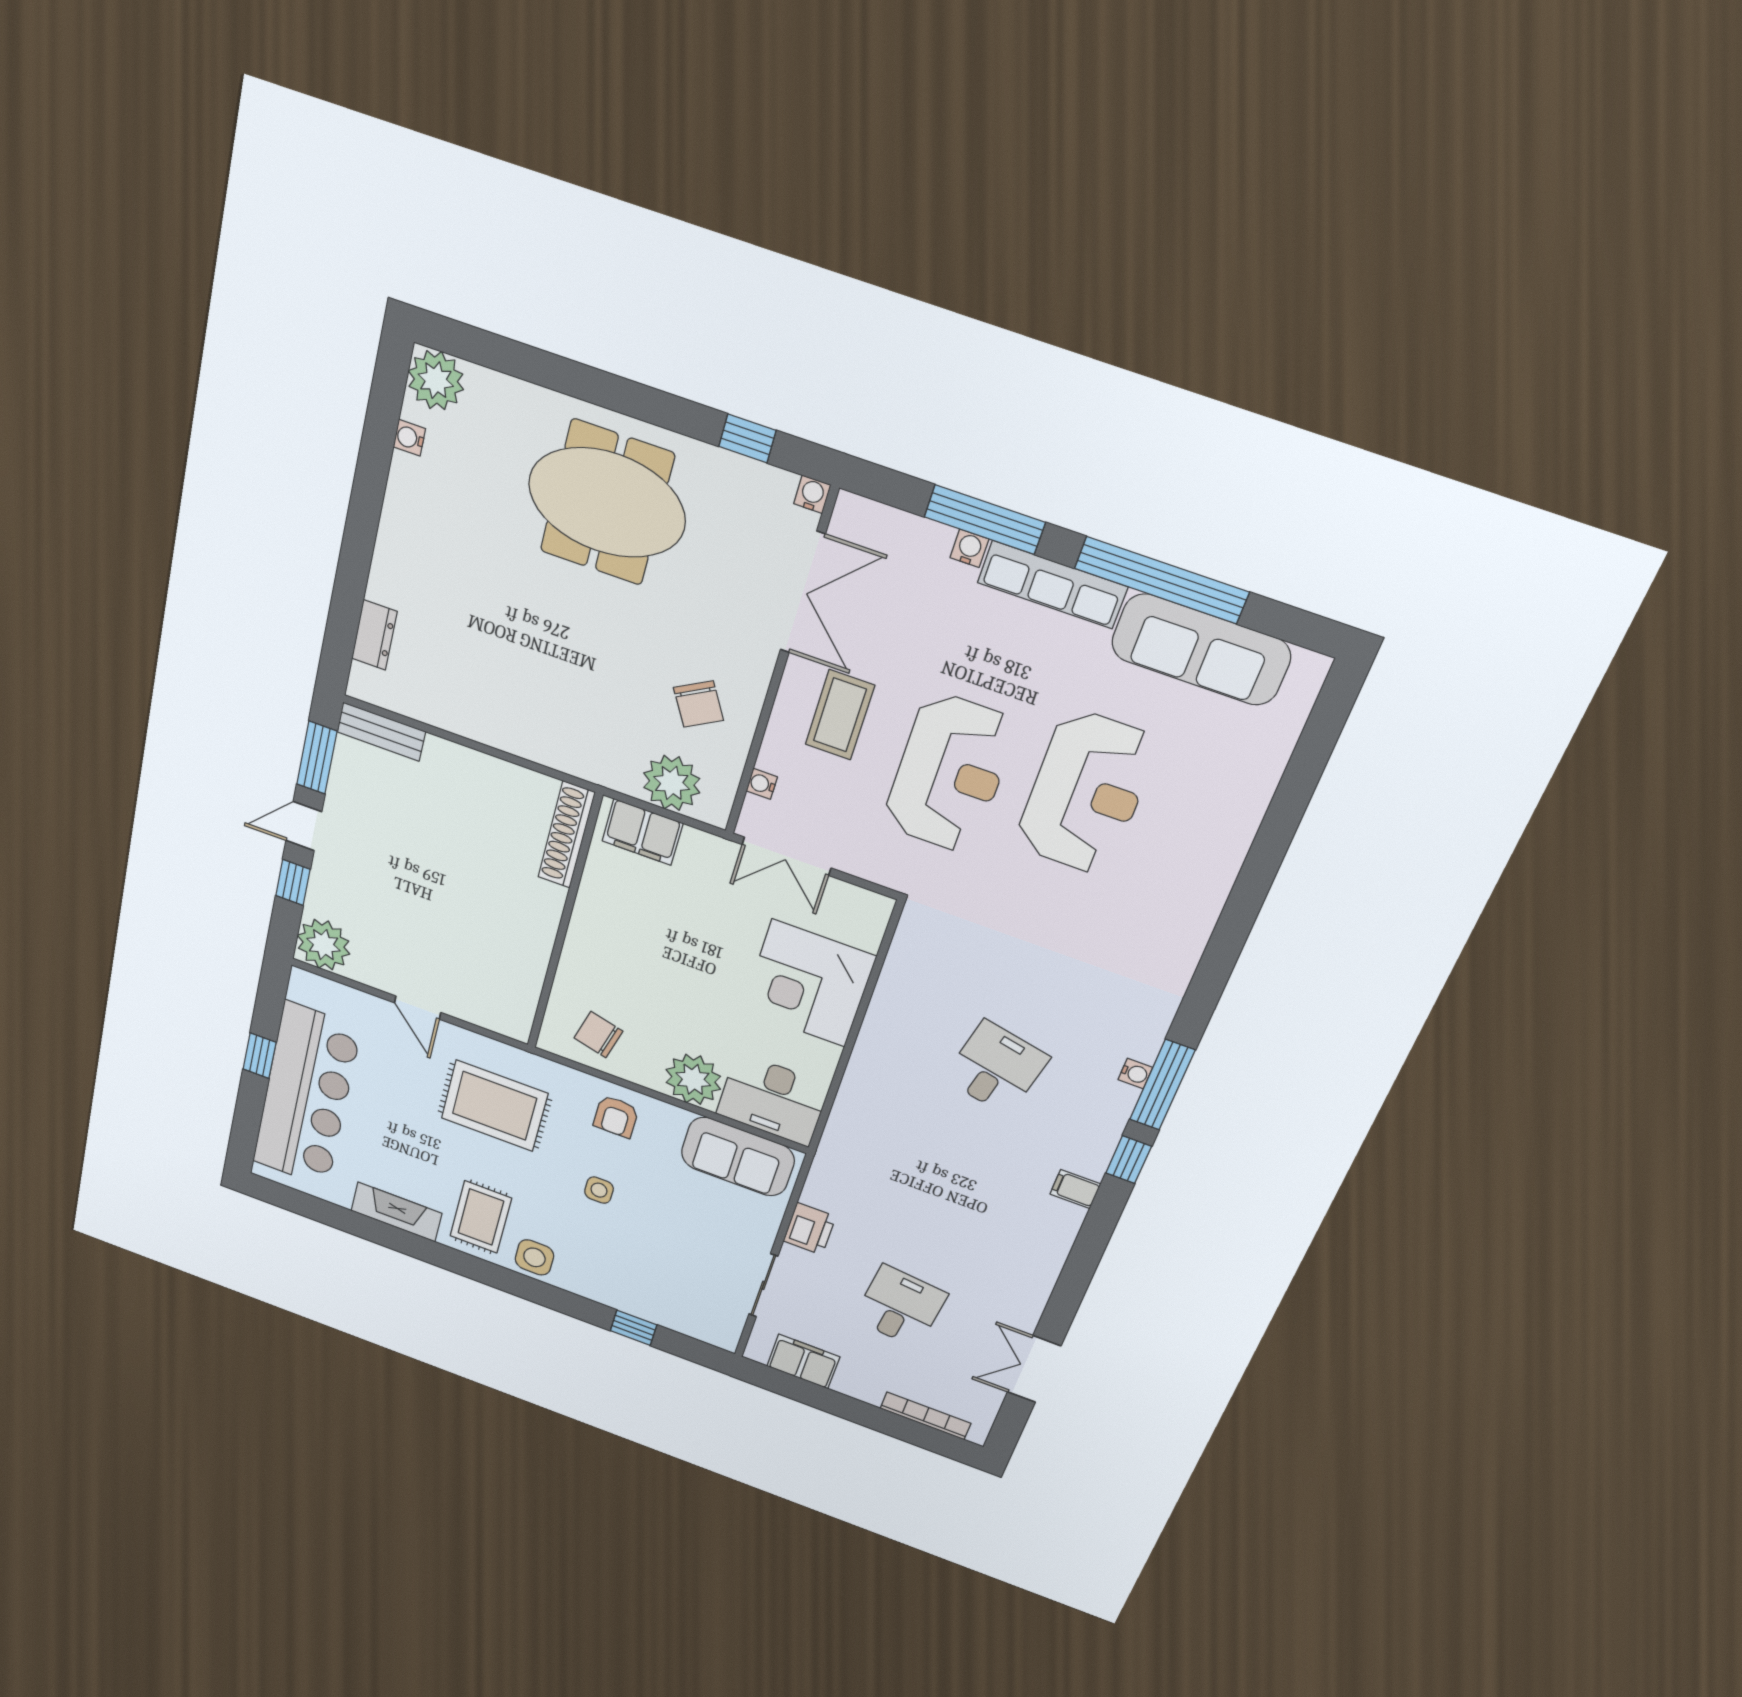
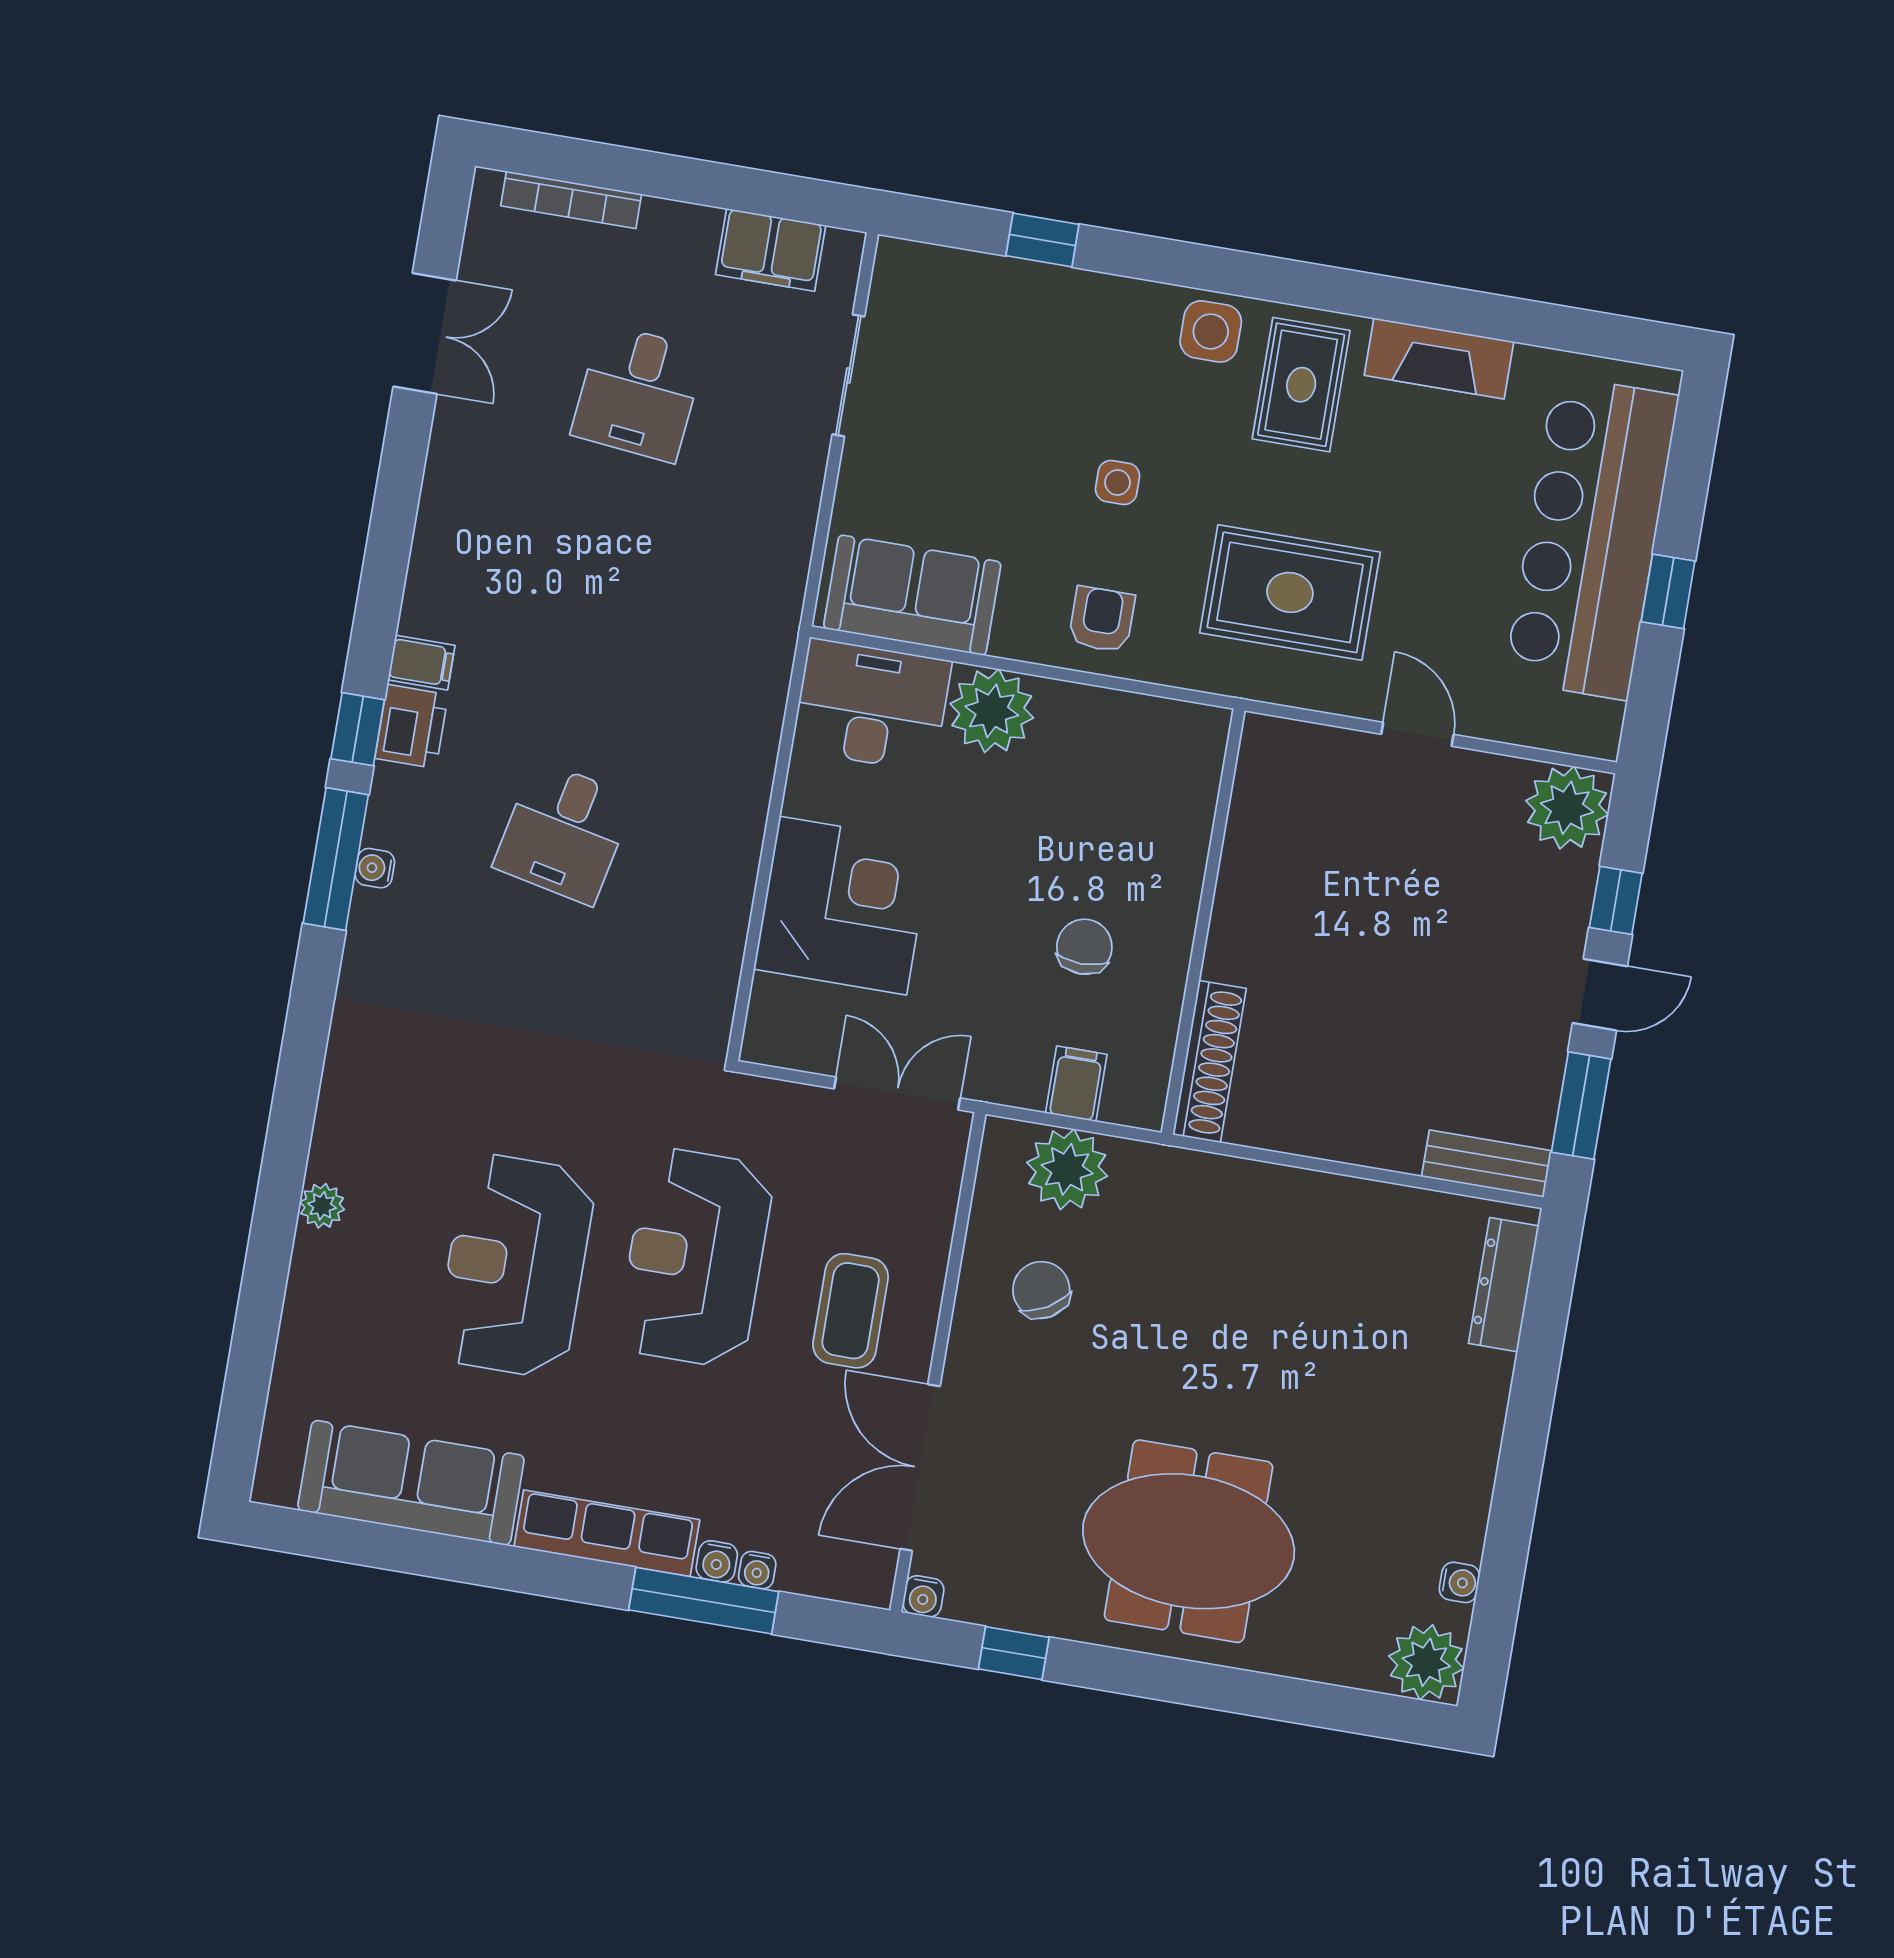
window: (1162, 580) -> (476, 1562), removed
dresser: (374, 635) -> (1504, 1285), width x1.44
water cooler: (762, 784) -> (757, 1570), moved, turned 90
filing cabinet: (642, 832) -> (1076, 1084), width x0.50
plant: (1225, 862) -> (322, 1206), added
chair: (598, 1035) -> (1084, 947), moved, turned -104
printer: (810, 1229) -> (412, 727), moved, turned 180

